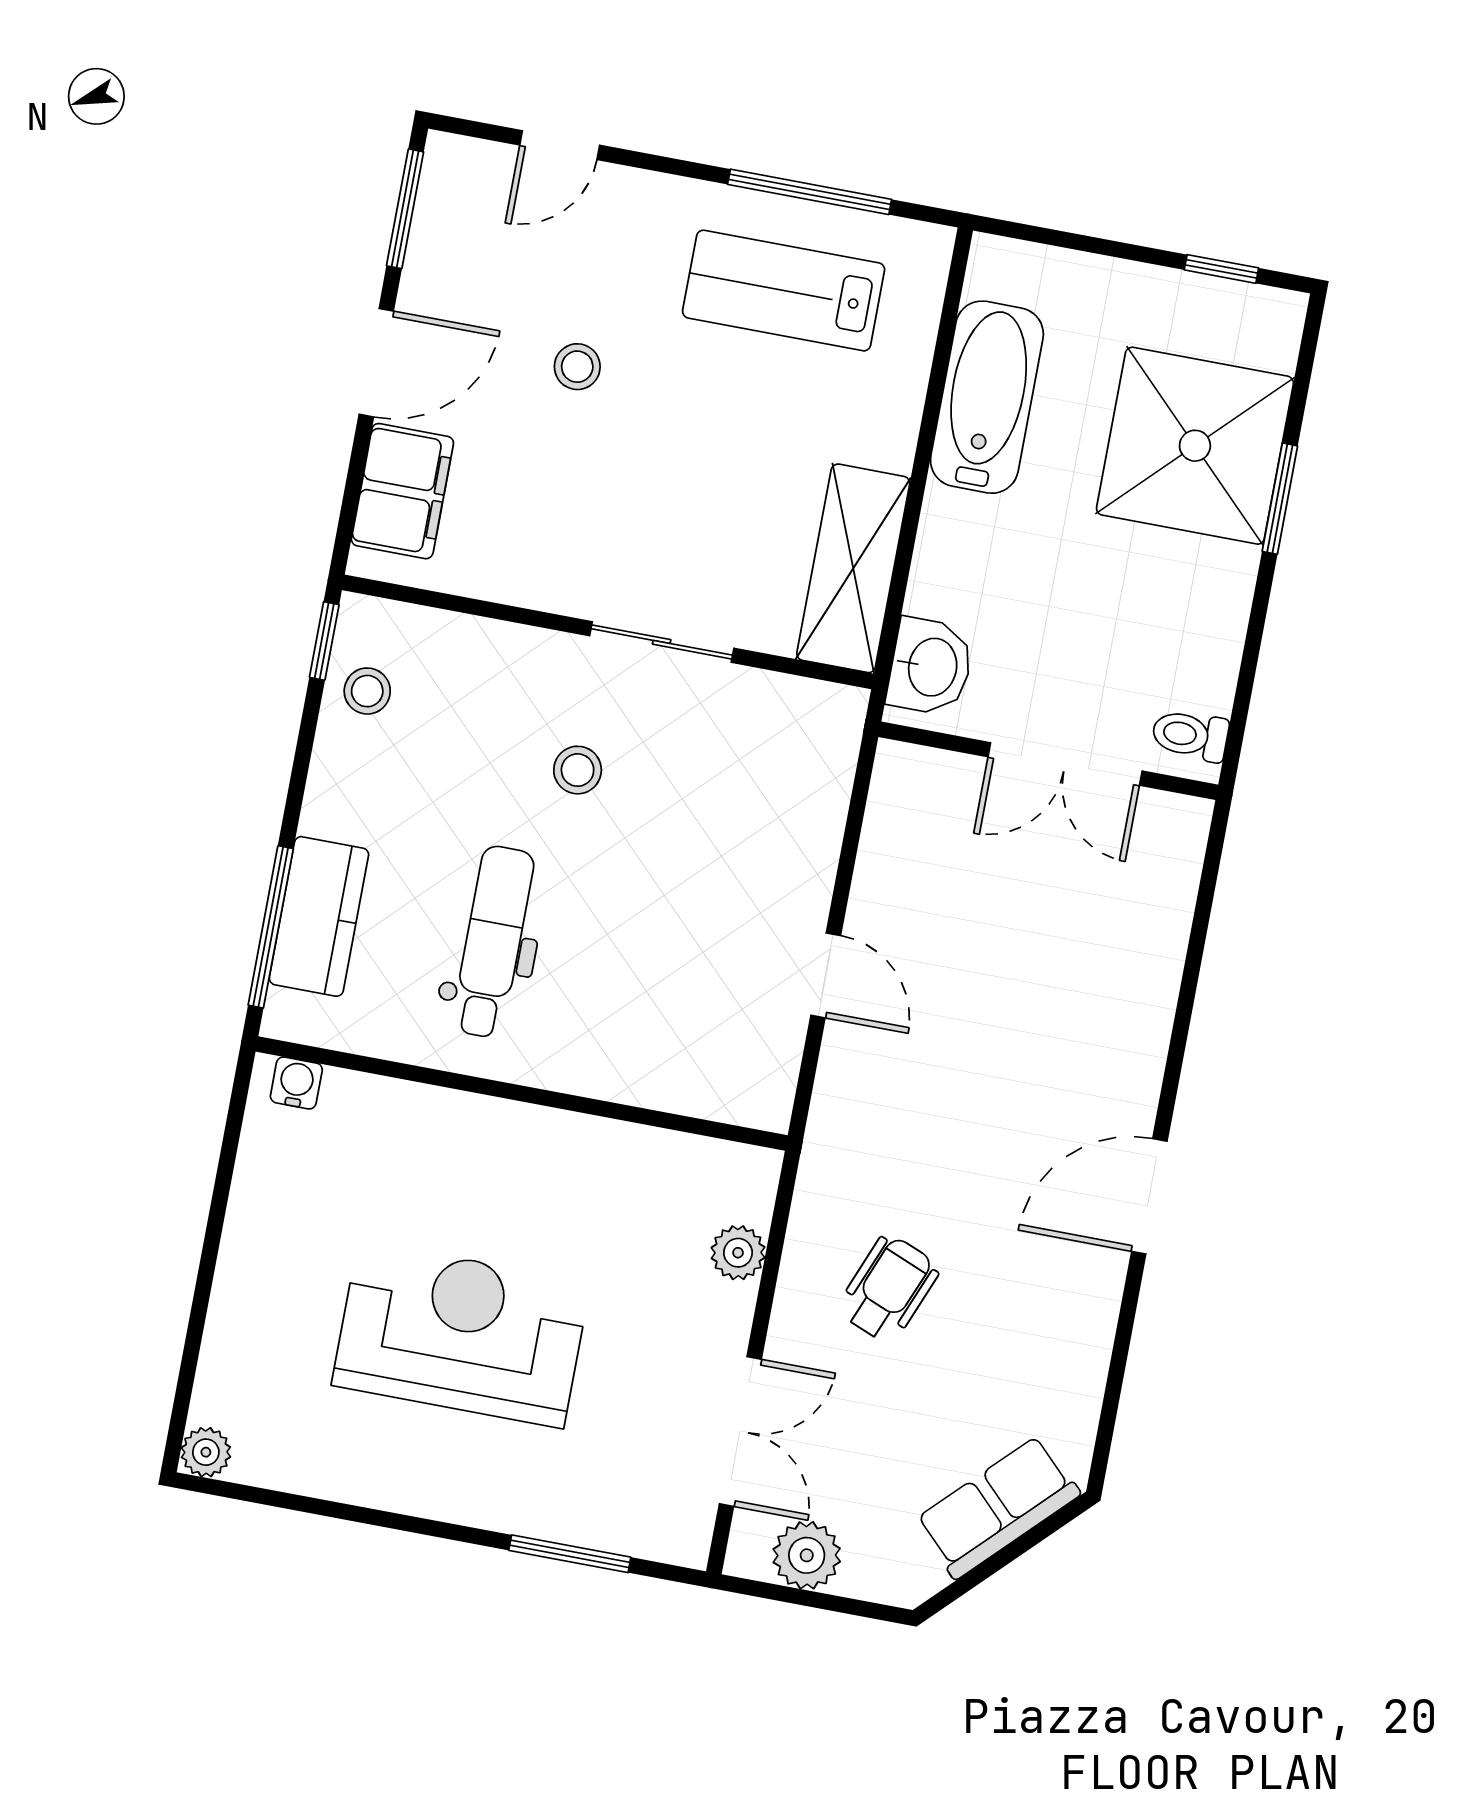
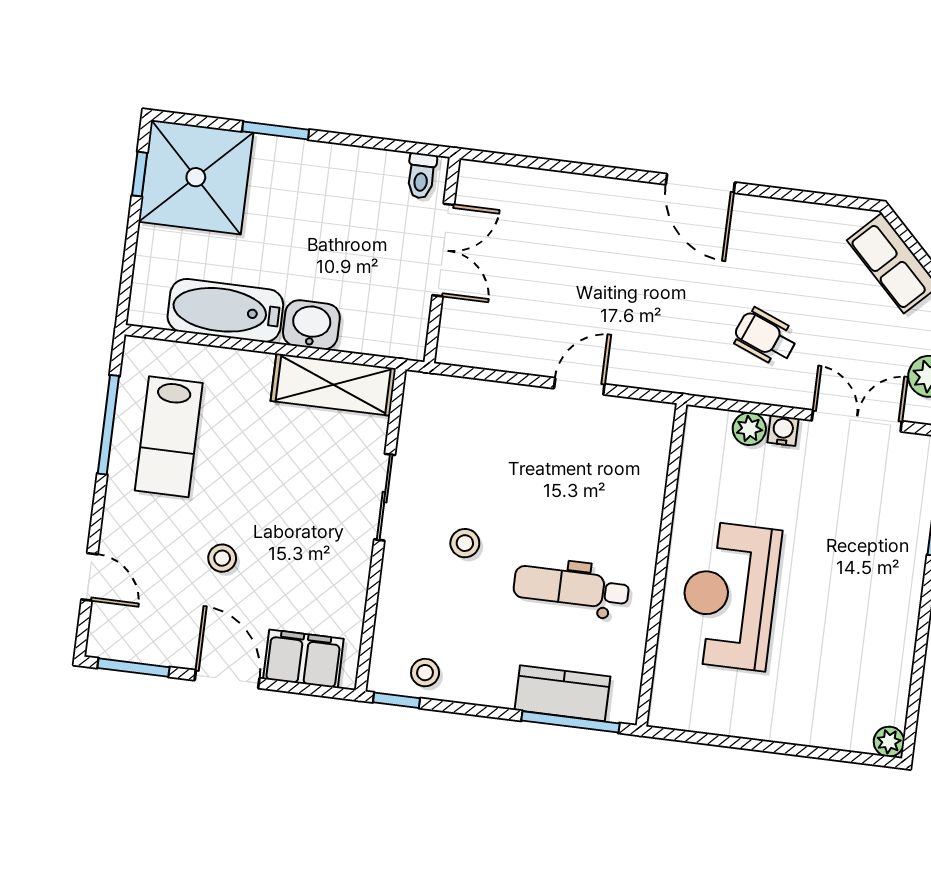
shower: (1195, 446) -> (196, 177), moved
washbasin: (930, 667) -> (311, 325), moved
water cooler: (296, 1083) -> (783, 430), moved, turned 90
reception desk: (461, 1334) -> (729, 596), moved

